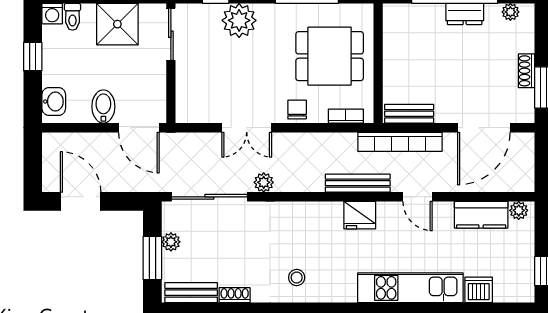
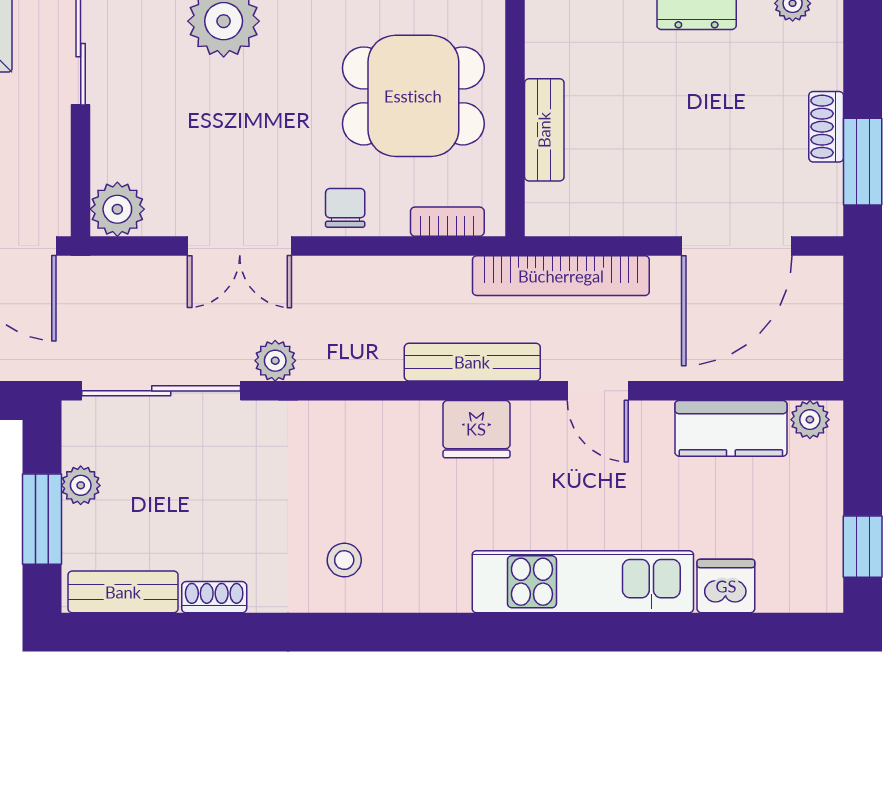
plant: (188, 110) -> (117, 209), added
bench: (409, 114) -> (544, 130), moved, turned 90

